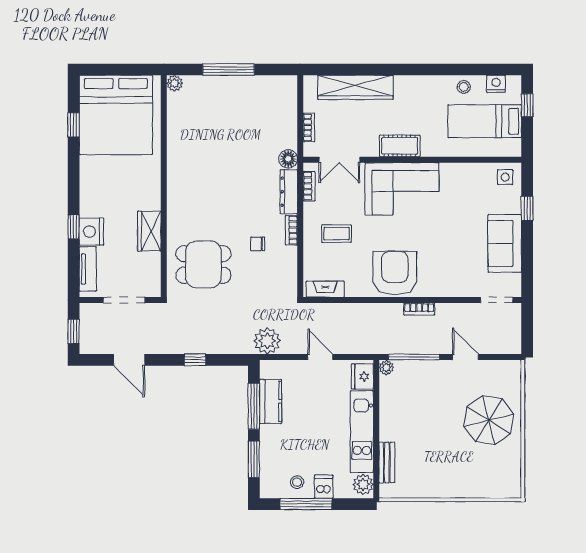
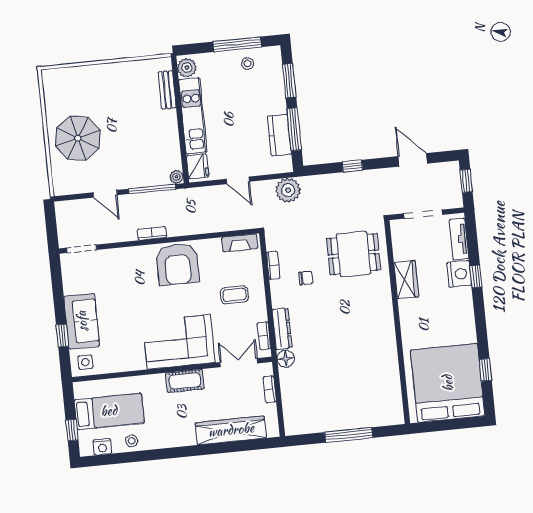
plant: (175, 83) -> (397, 417), removed
bookcase: (292, 230) -> (273, 265), moved
sofa: (505, 243) -> (82, 321), moved
dishwasher: (324, 487) -> (223, 62), removed

